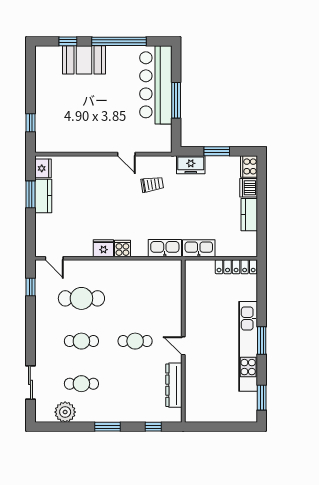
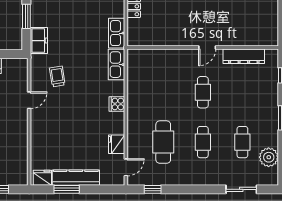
kitchen counter: (43, 196) -> (76, 178), width x1.50
fridge: (103, 248) -> (117, 144), moved

